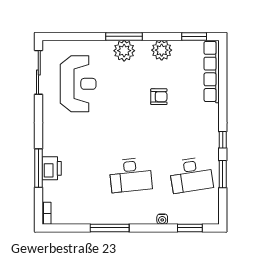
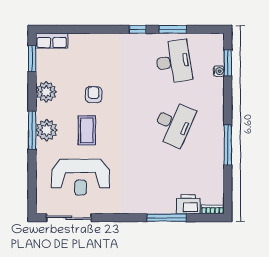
row of seats: (212, 71) -> (52, 41), width x0.50
reception desk: (78, 84) -> (81, 177), turned 180
coffee table: (124, 90) -> (87, 130), added
printer: (52, 168) -> (188, 204), moved
desk: (131, 175) -> (174, 124), turned 30
water cooler: (162, 219) -> (219, 71), moved

